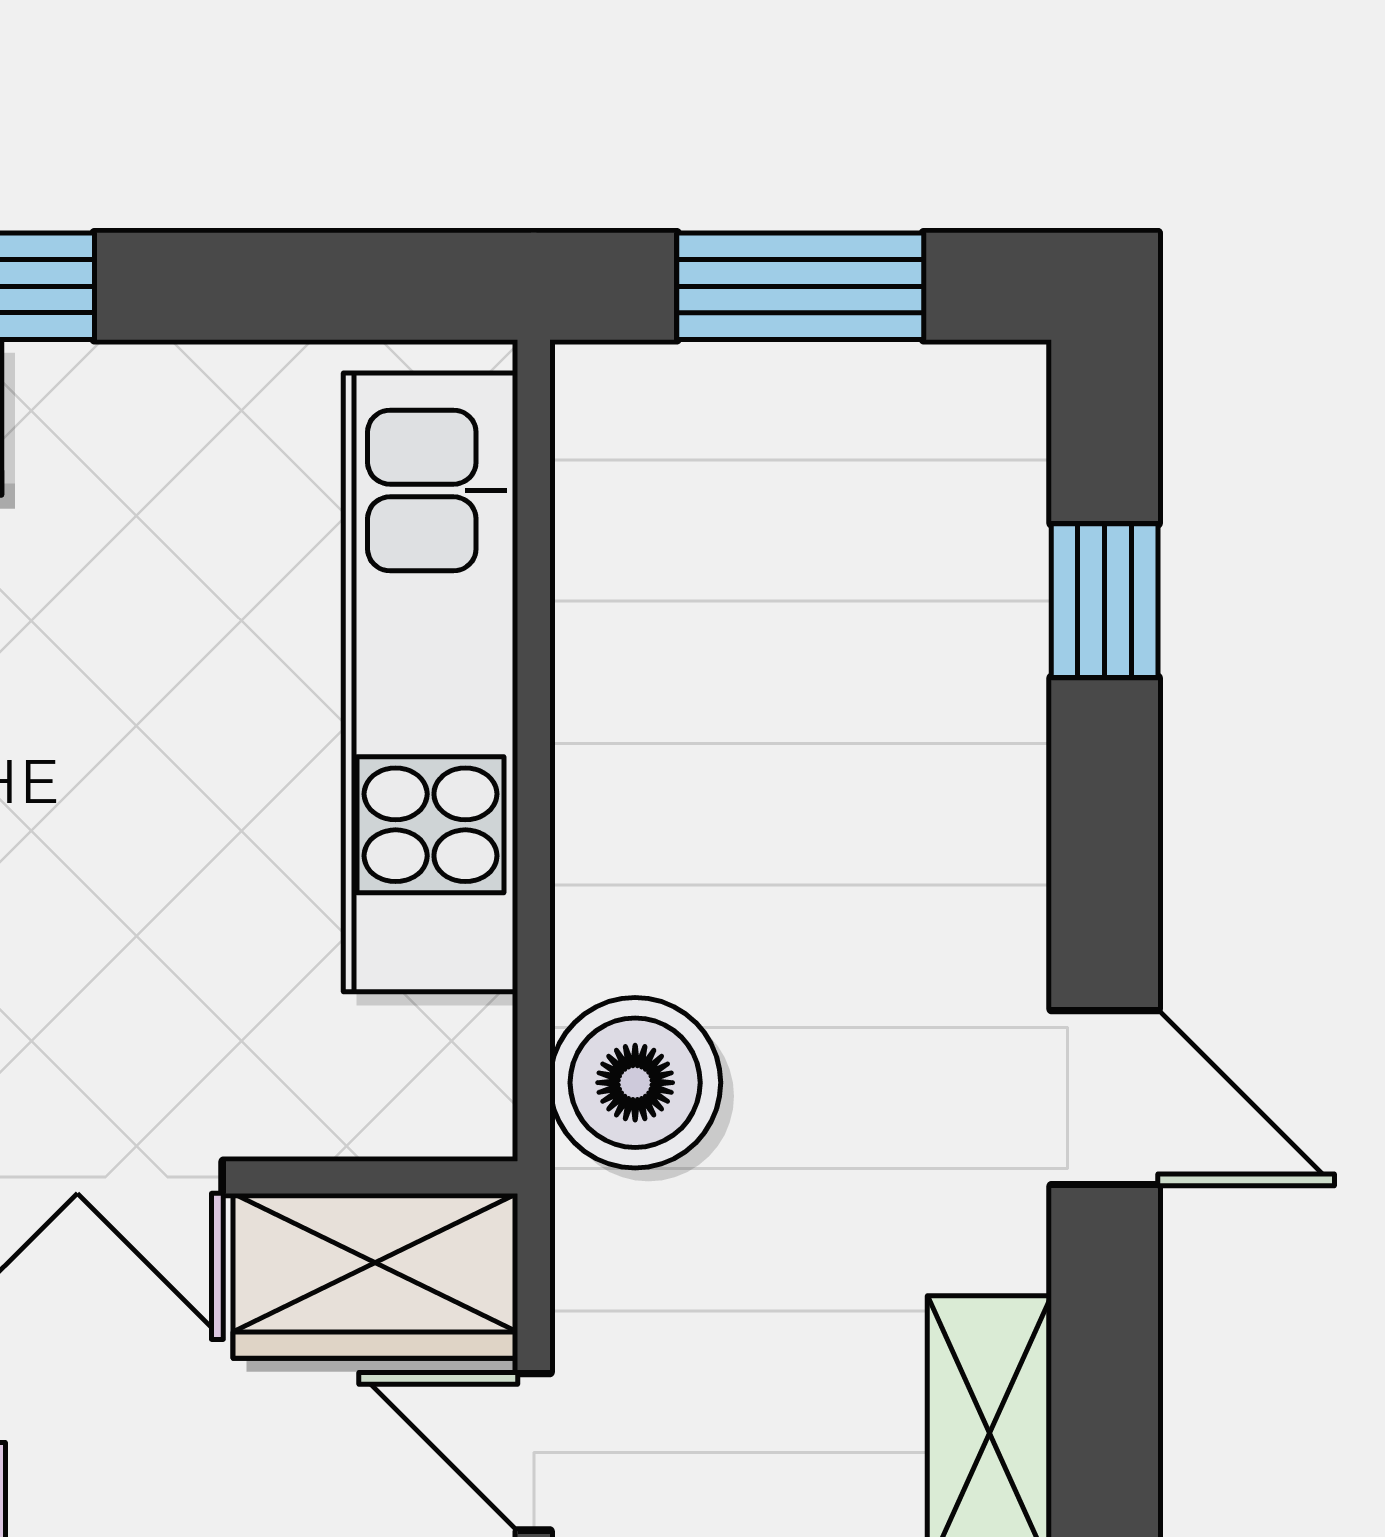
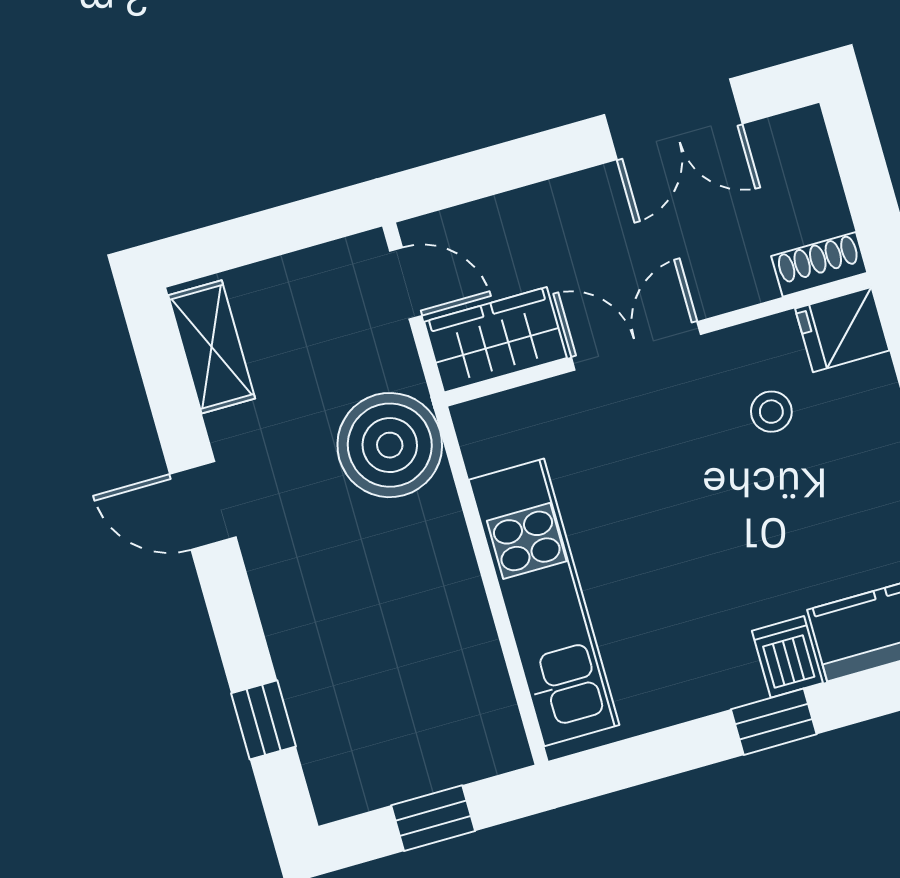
window: (800, 286) -> (433, 818), width x0.67
boiler: (635, 1083) -> (390, 445), width x1.37, depth x1.37

